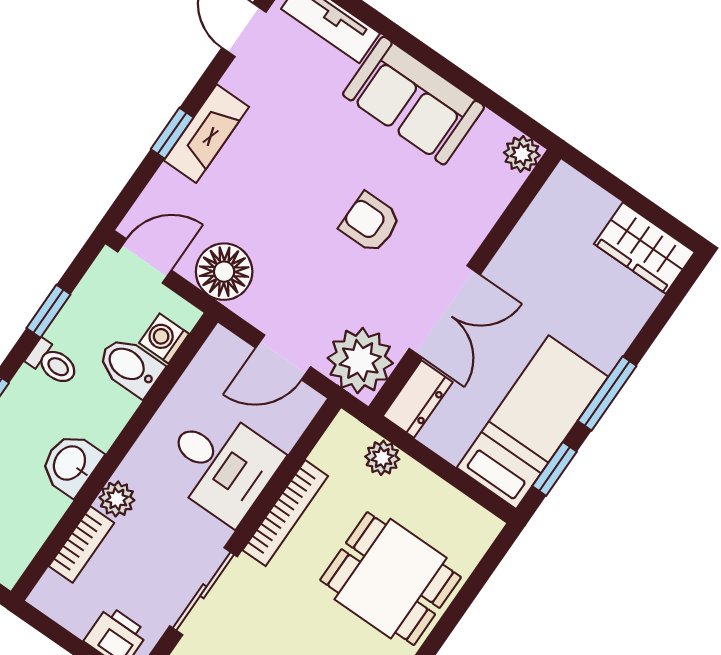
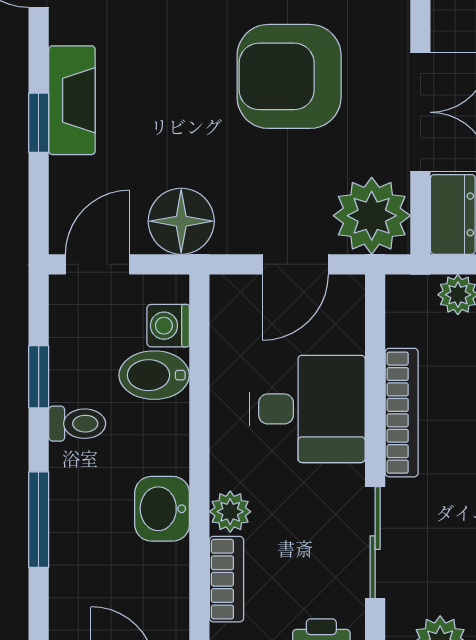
armchair: (370, 223) -> (289, 76), width x1.88, depth x1.88

